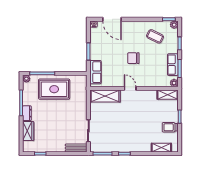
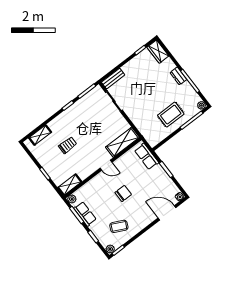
rug: (54, 89) -> (171, 115), width x0.73, depth x0.70
trolley: (170, 127) -> (68, 145), moved
wardrobe: (28, 131) -> (158, 52), moved

